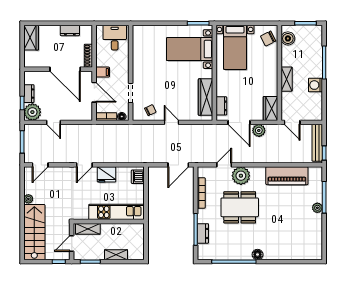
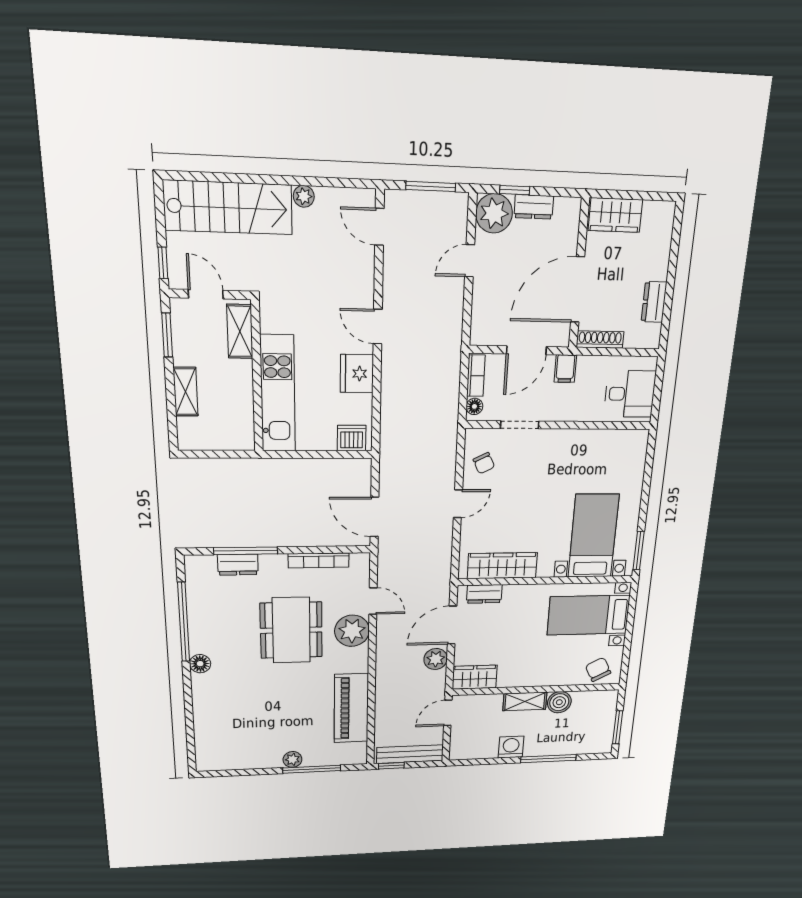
wardrobe: (31, 38) -> (615, 215), moved
boiler: (288, 38) -> (559, 702), moved

